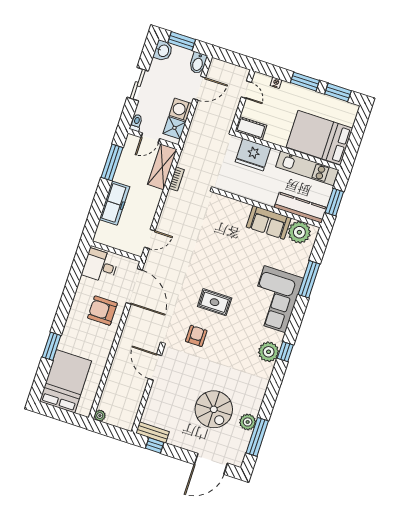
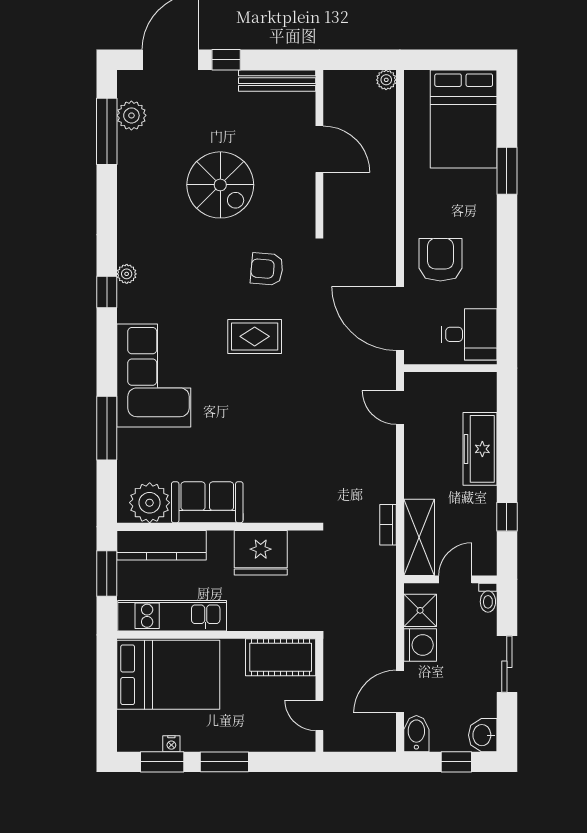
window: (182, 41) -> (456, 762), width x0.67
nightstand: (276, 83) -> (171, 744), moved
cot: (251, 128) -> (281, 657), width x1.37, depth x1.34
fridge: (253, 155) -> (261, 553), moved, turned 180
window: (112, 162) -> (507, 517), width x0.46
door: (150, 239) -> (400, 408), hinge flipped
armchair: (102, 311) -> (440, 260), turned -90
armchair: (196, 336) -> (267, 269), turned 95
plant: (269, 352) -> (127, 274), width x0.53, depth x0.53
door: (155, 367) -> (319, 149), moved
spiral stairs: (214, 409) -> (220, 185), moved, turned 180
plant: (248, 422) -> (131, 115), moved
bench: (152, 432) -> (277, 81), width x1.36
window: (155, 445) -> (226, 60), moved

